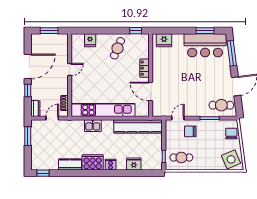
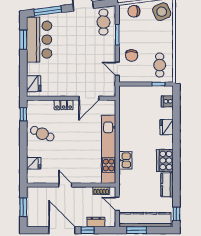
dresser: (35, 108) -> (96, 222), moved
kitchen counter: (138, 126) -> (145, 220), moved, turned -90
fridge: (134, 164) -> (167, 127), moved
cooker: (111, 165) -> (167, 101), moved

